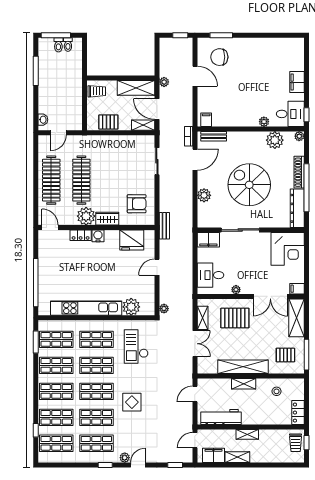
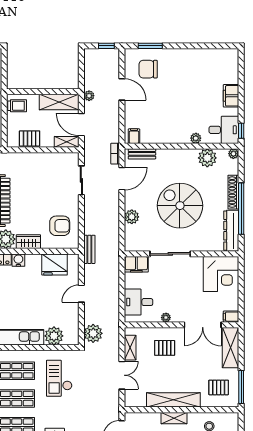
plant: (164, 309) -> (93, 333), width x1.88, depth x1.88
pallet: (235, 318) -> (165, 348), width x0.67, depth x0.71

